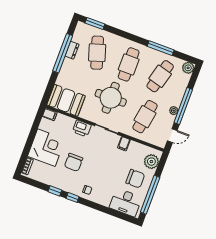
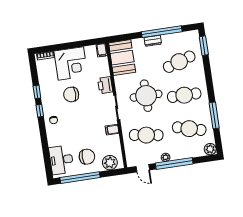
dresser: (72, 50) -> (153, 41), moved
chair: (135, 179) -> (87, 157), turned -90

